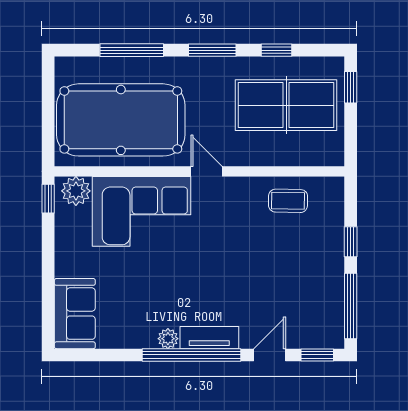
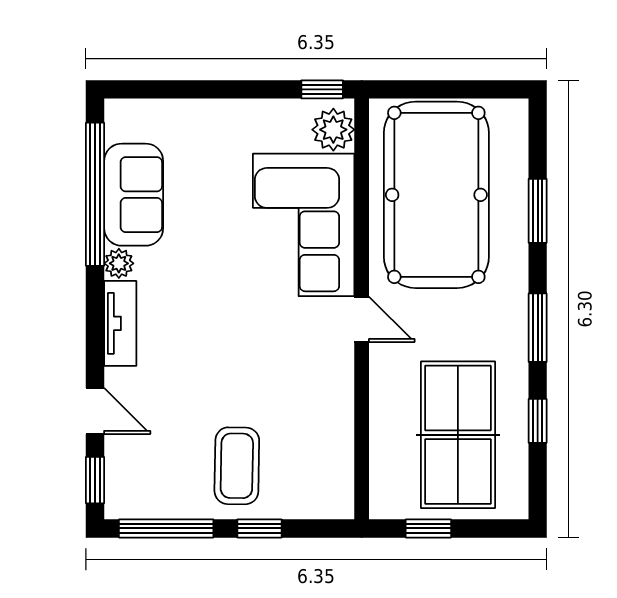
window: (132, 50) -> (538, 211), width x0.69
window: (351, 87) -> (428, 528), moved
door: (207, 171) -> (362, 319), hinge flipped
coffee table: (288, 201) -> (237, 466), moved, width x1.36, depth x1.30
sofa: (75, 314) -> (134, 195), moved, turned -90
window: (192, 355) -> (95, 194), moved

